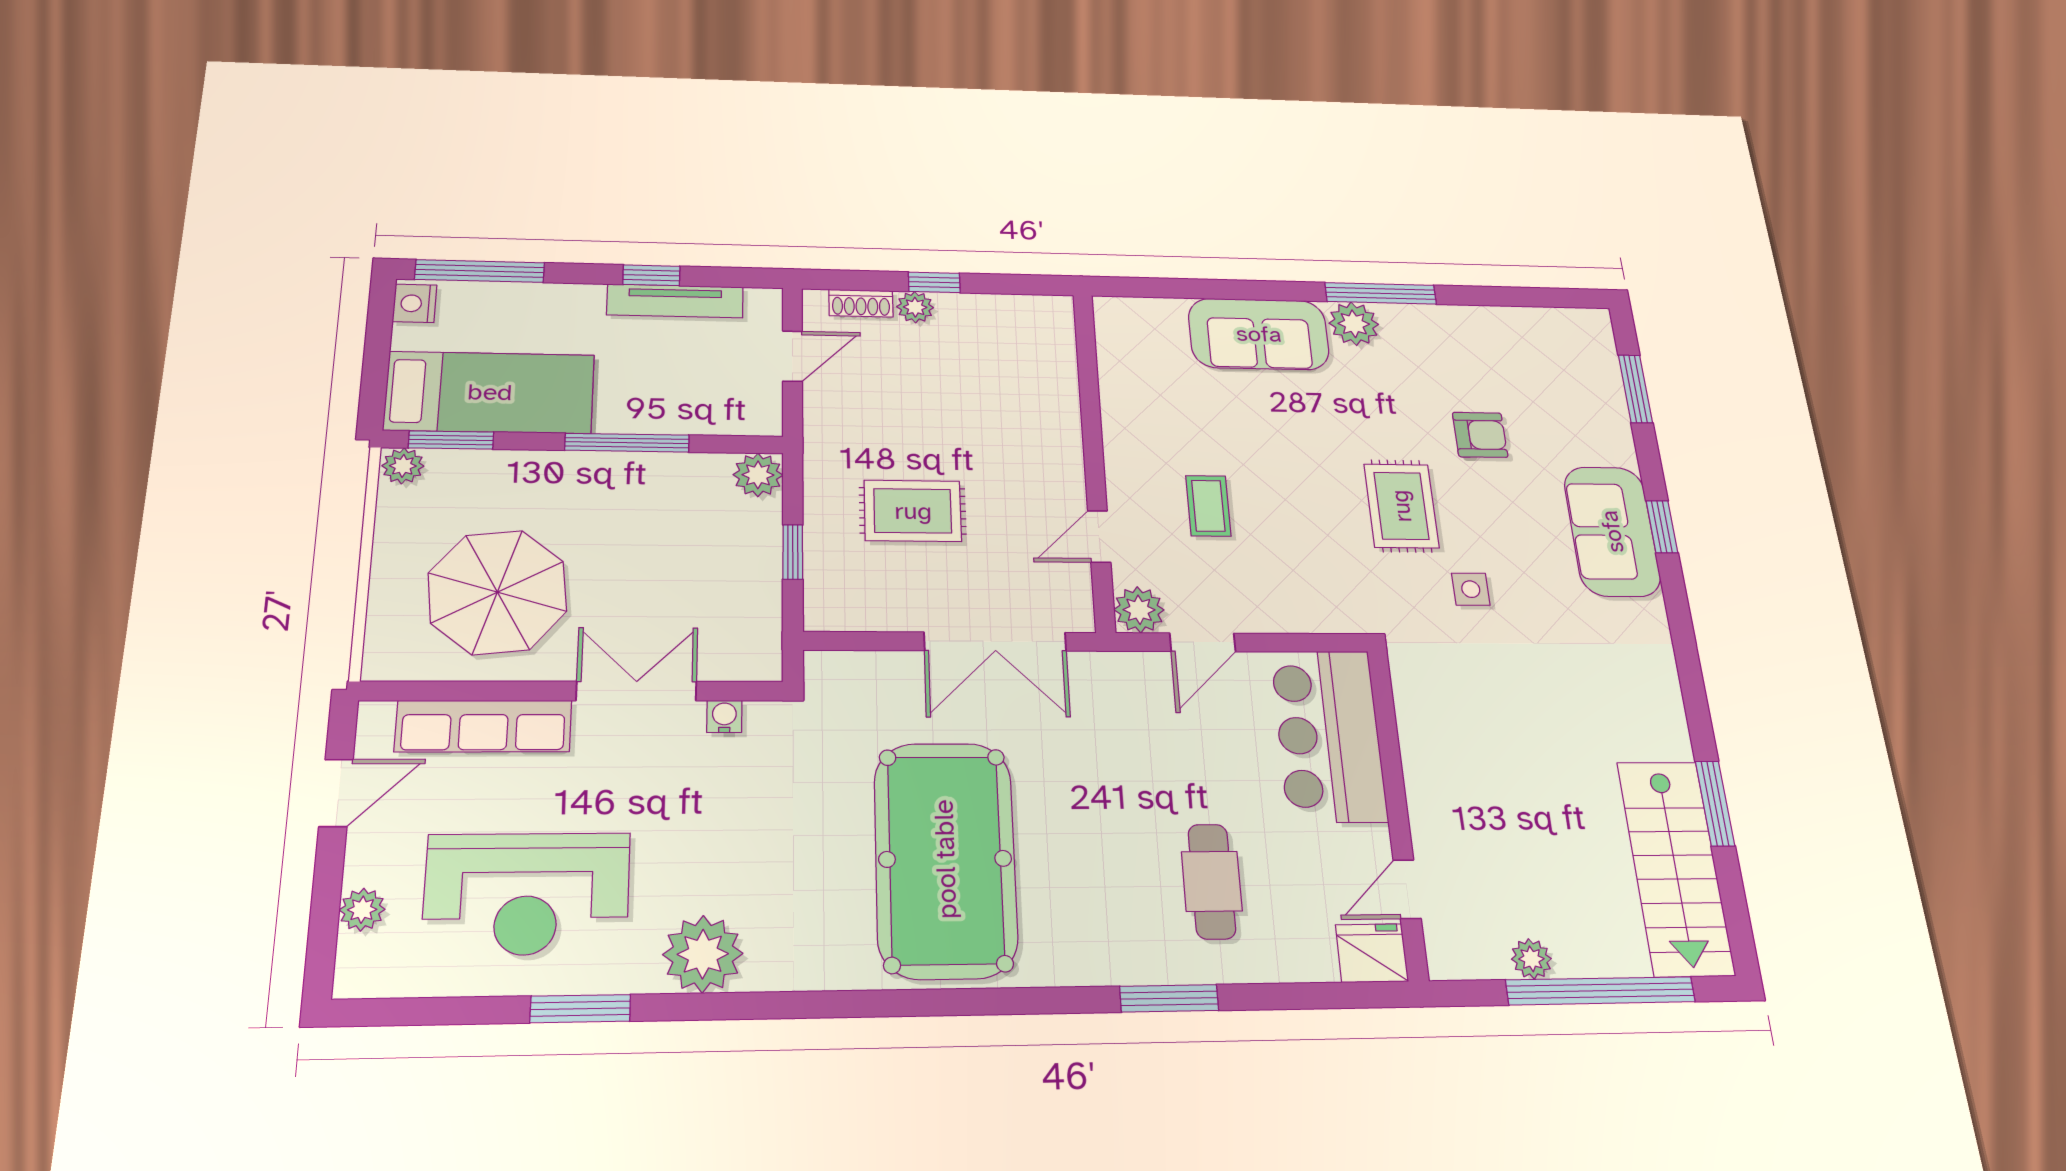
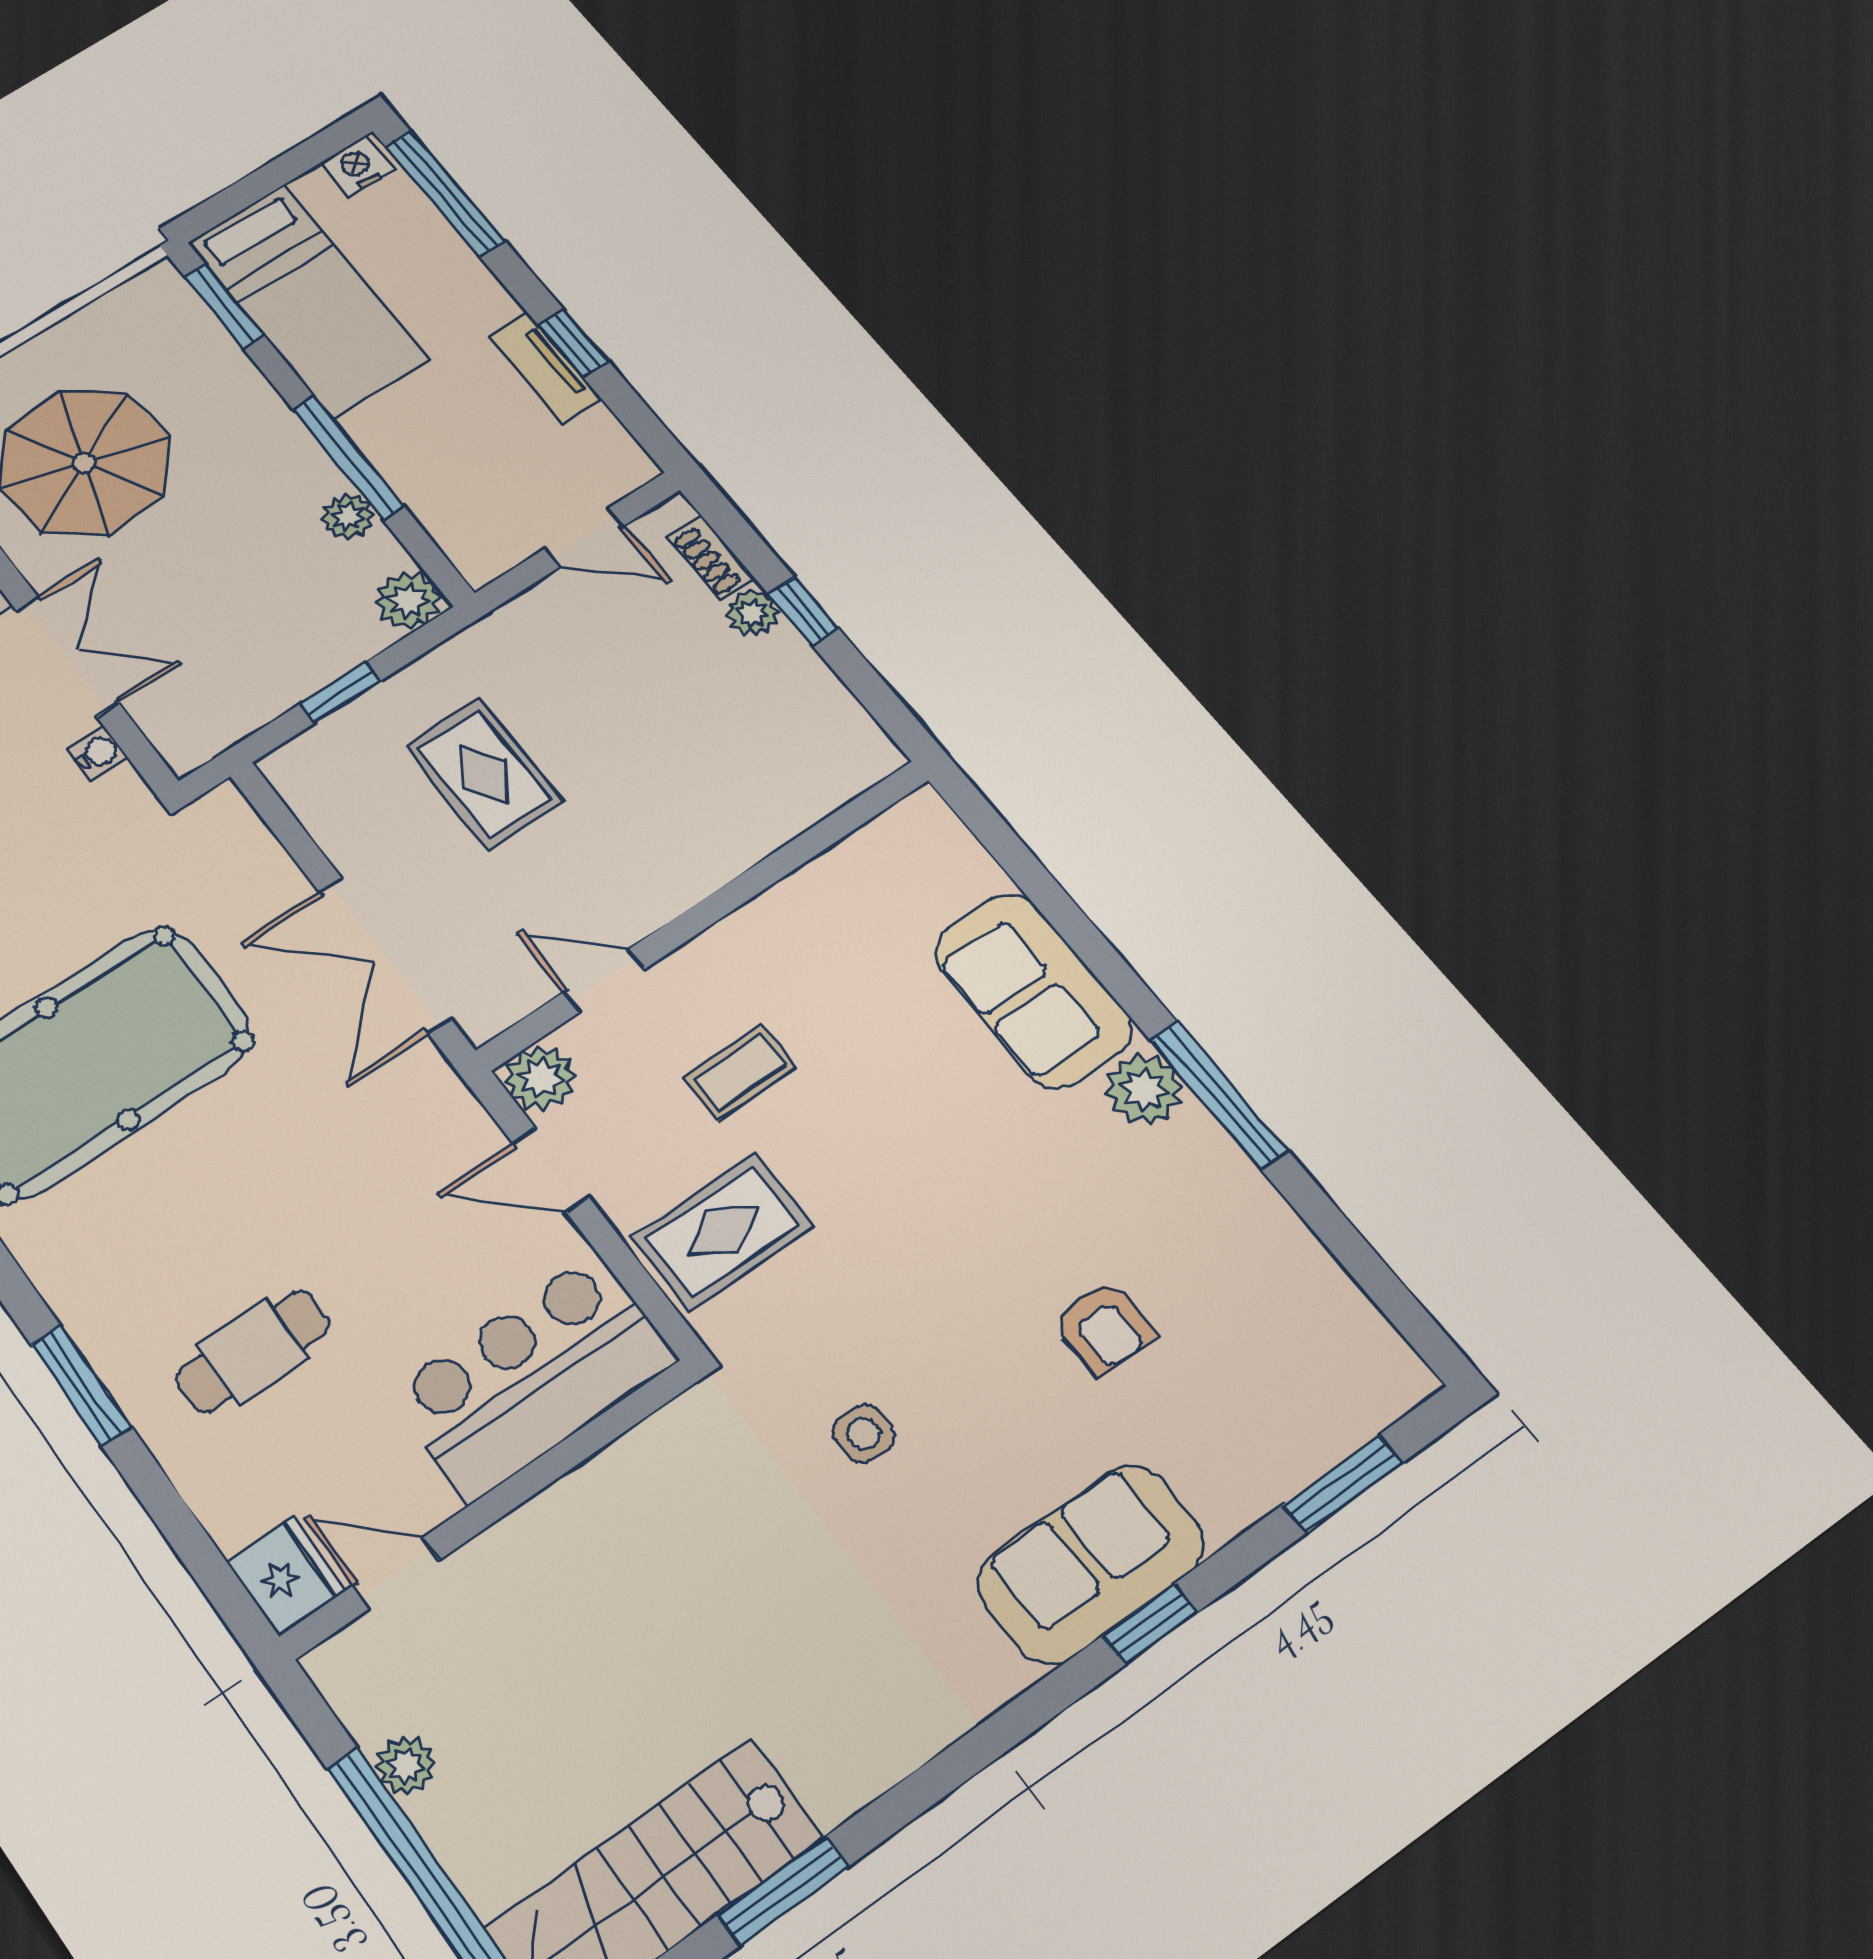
tv unit: (675, 301) -> (545, 368), width x0.71
plant: (403, 466) -> (348, 516), moved
rug: (1401, 506) -> (723, 1231), moved

